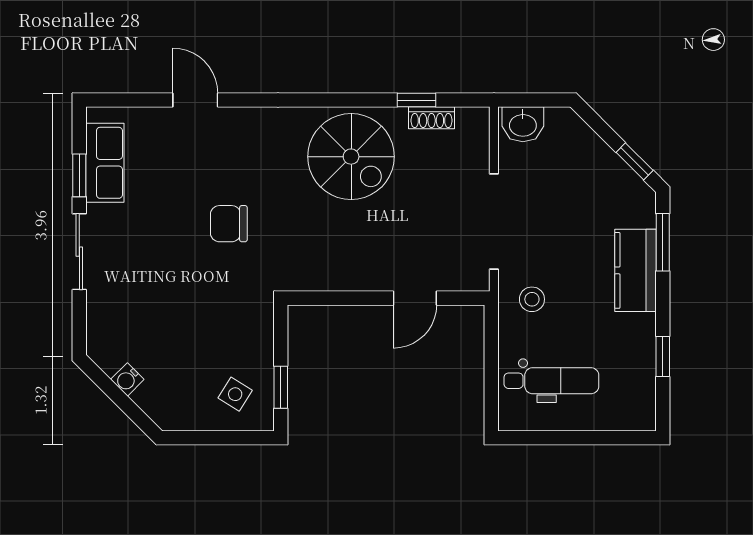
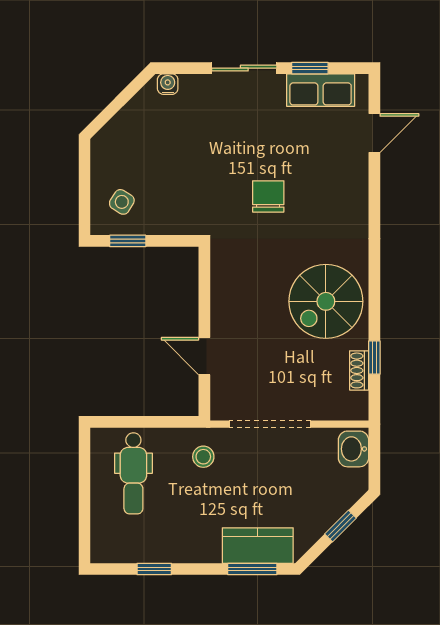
door: (195, 100) -> (374, 133), moved
window: (635, 161) -> (340, 526), moved
kitchen counter: (635, 270) -> (258, 546), moved
water cooler: (127, 379) -> (168, 84), moved, turned 45

